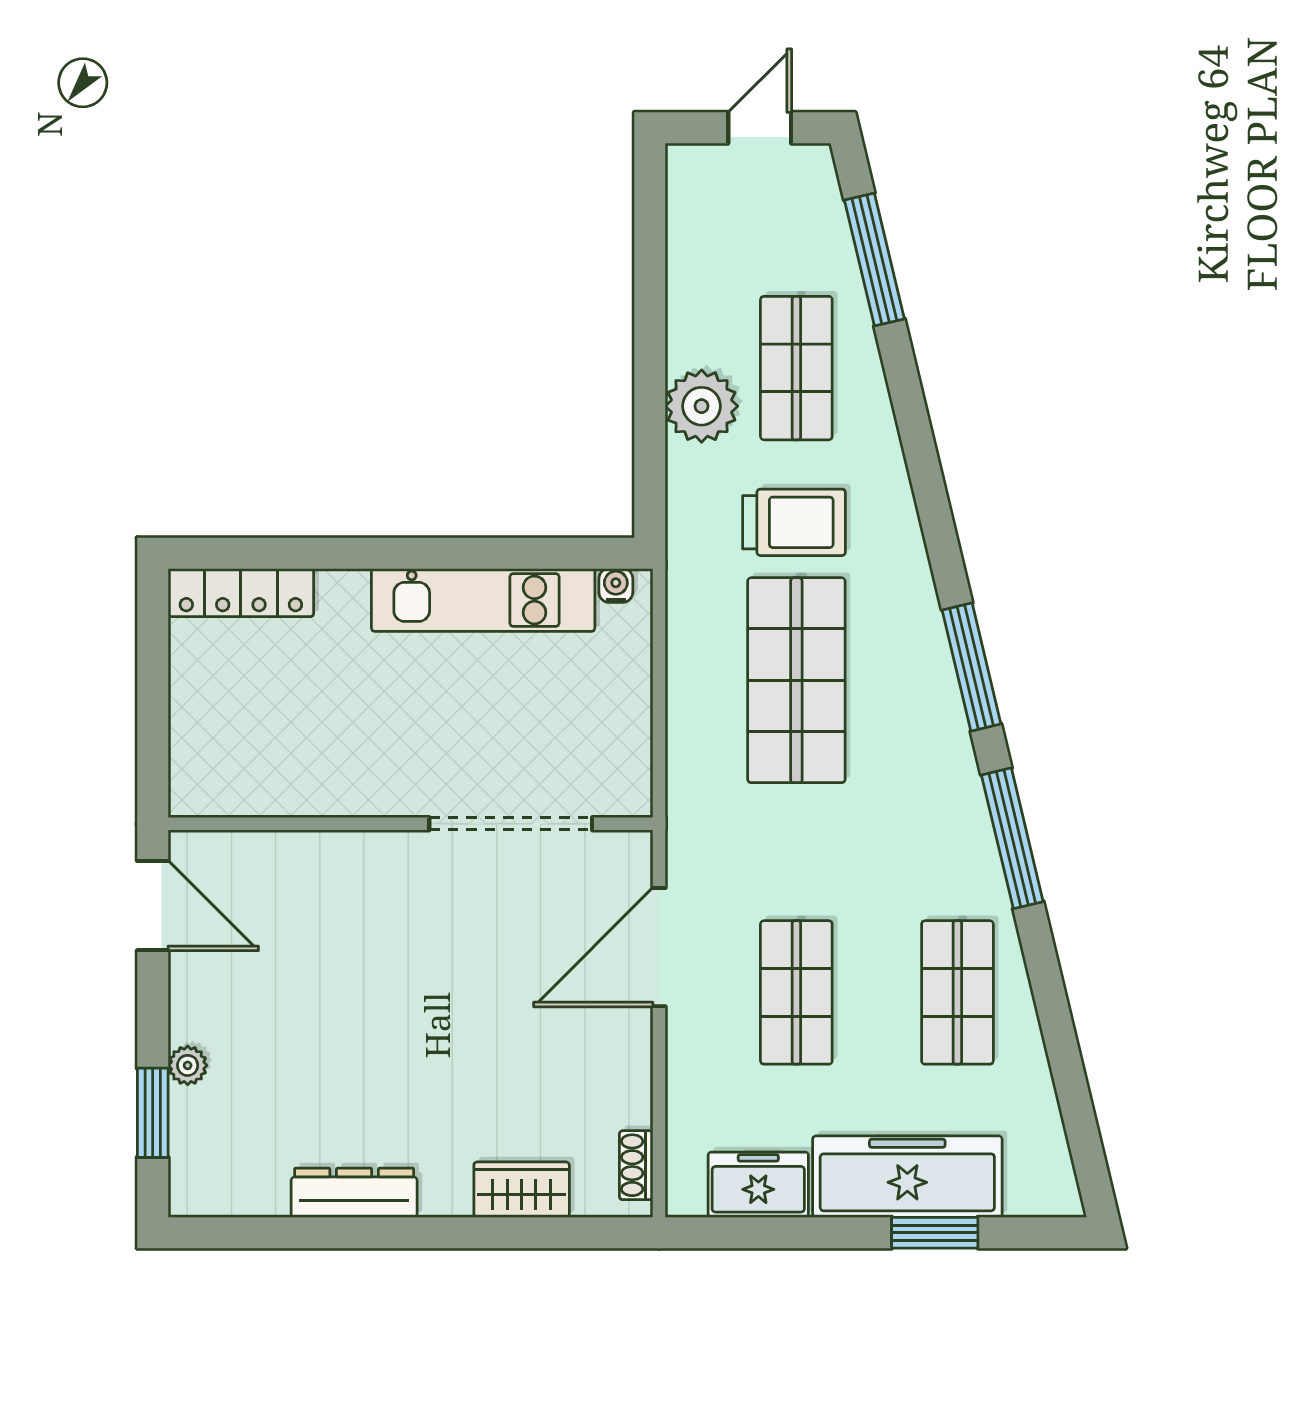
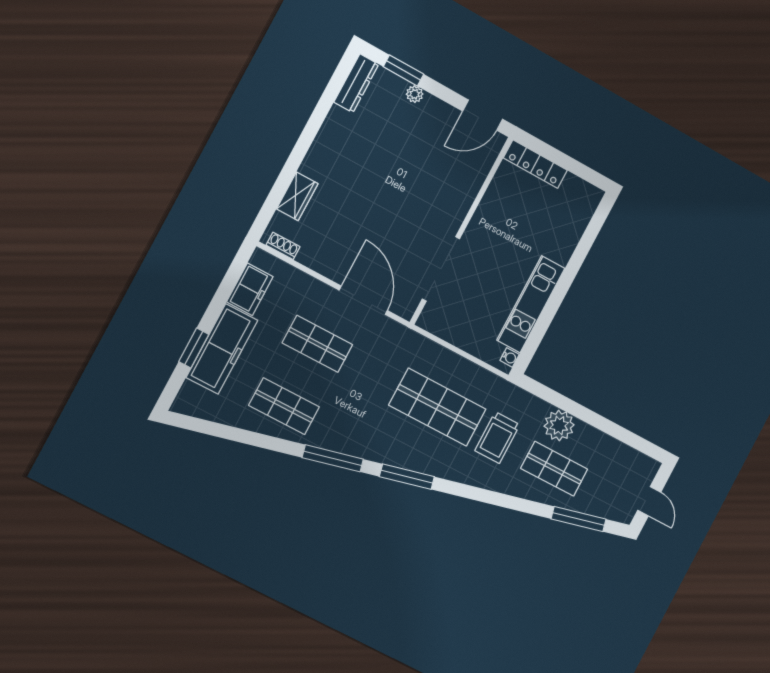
locker: (241, 593) -> (535, 164), moved, turned -90
dresser: (354, 1193) -> (356, 83), moved

